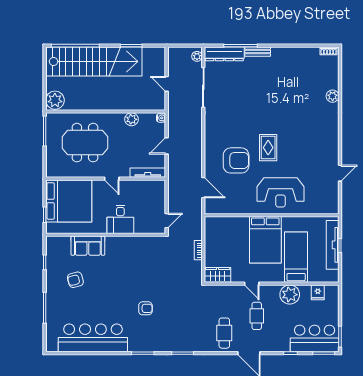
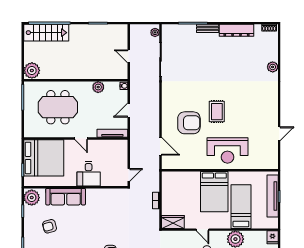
dresser: (224, 54) -> (237, 30), moved
stairs: (94, 61) -> (46, 33), width x0.54, depth x0.66
sofa: (88, 246) -> (66, 197), width x1.36
plant: (55, 247) -> (32, 198), added
fridge: (318, 292) -> (273, 237), moved

